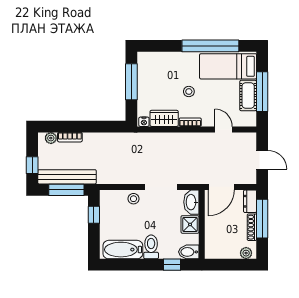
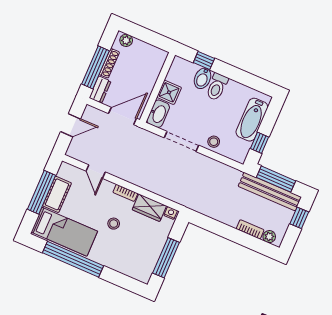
door: (262, 160) -> (70, 125), swing flipped
bathtub: (123, 250) -> (252, 120), moved, turned 90
bidet: (189, 252) -> (203, 78), moved, turned 90

